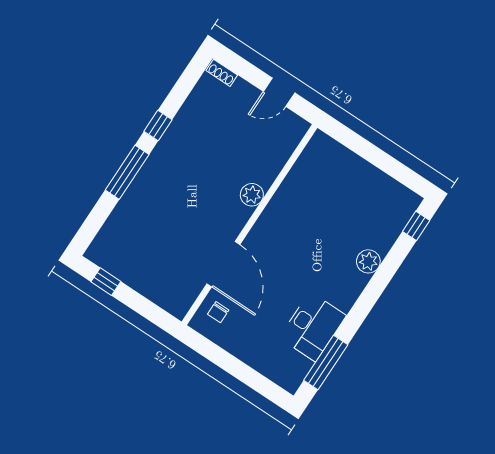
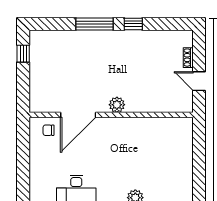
shoe rack: (222, 73) -> (188, 58), moved
plant: (252, 195) -> (117, 105), moved

